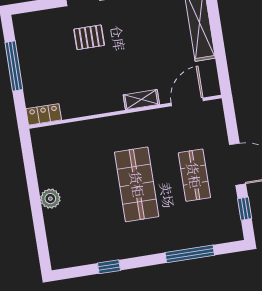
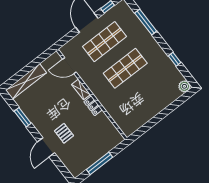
locker: (44, 114) -> (93, 106), moved
shop shelf: (194, 175) -> (104, 42), width x1.43, depth x1.36
plant: (50, 199) -> (184, 86), moved

